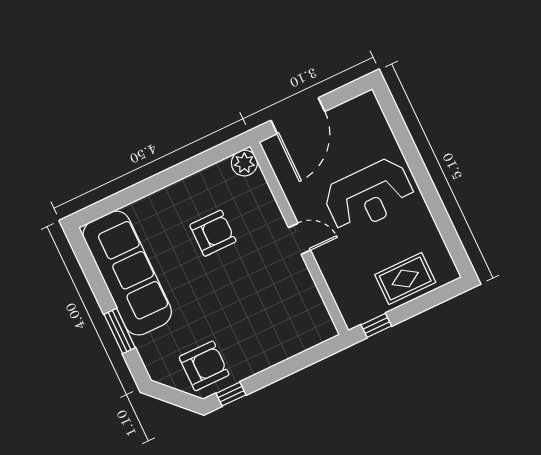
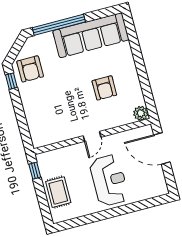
reception desk: (369, 196) -> (109, 180), turned 180
window: (120, 331) -> (59, 25), width x2.11

